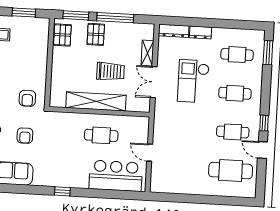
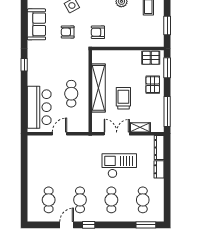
window: (115, 18) -> (167, 112), moved
pallet: (96, 34) -> (153, 85), turned 90
trolley: (111, 71) -> (123, 98), turned 180
cafe table: (231, 171) -> (49, 200), width x0.73, depth x0.74

